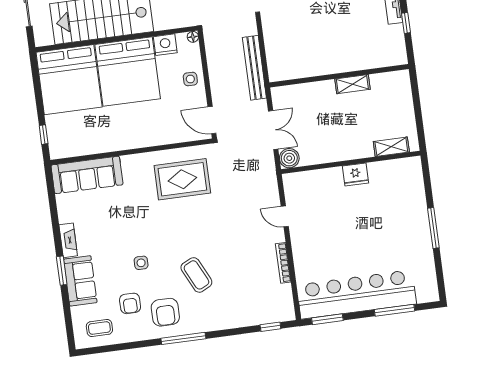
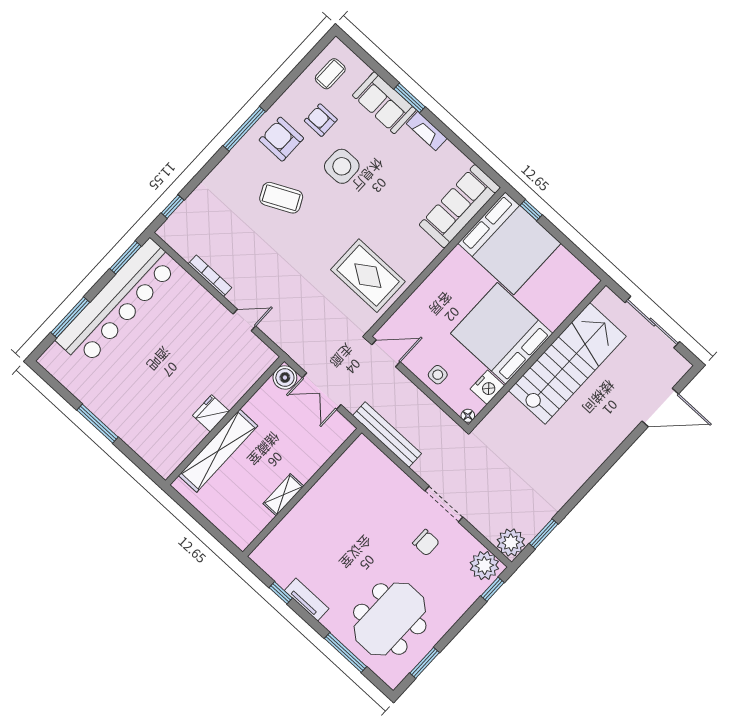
bed: (69, 80) -> (509, 243), moved, turned 180
shelving: (391, 147) -> (218, 451), width x2.20, depth x1.33
rug: (182, 179) -> (368, 276), turned 90
side table: (141, 263) -> (342, 166), width x1.87, depth x1.87

